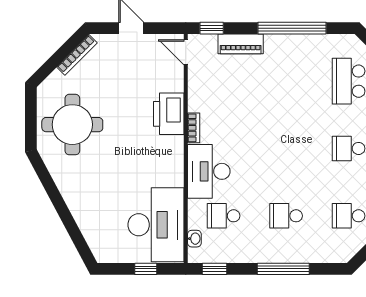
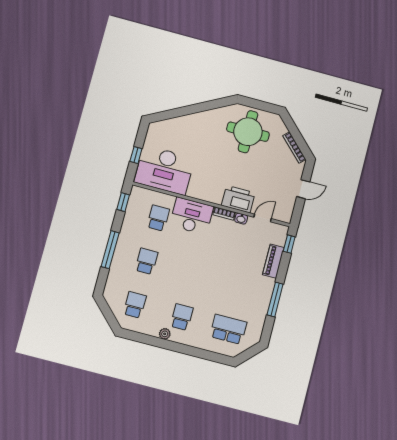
window: (292, 28) -> (275, 299), width x0.68
door: (186, 52) -> (263, 218), moved
washbasin: (194, 239) -> (241, 219), moved

